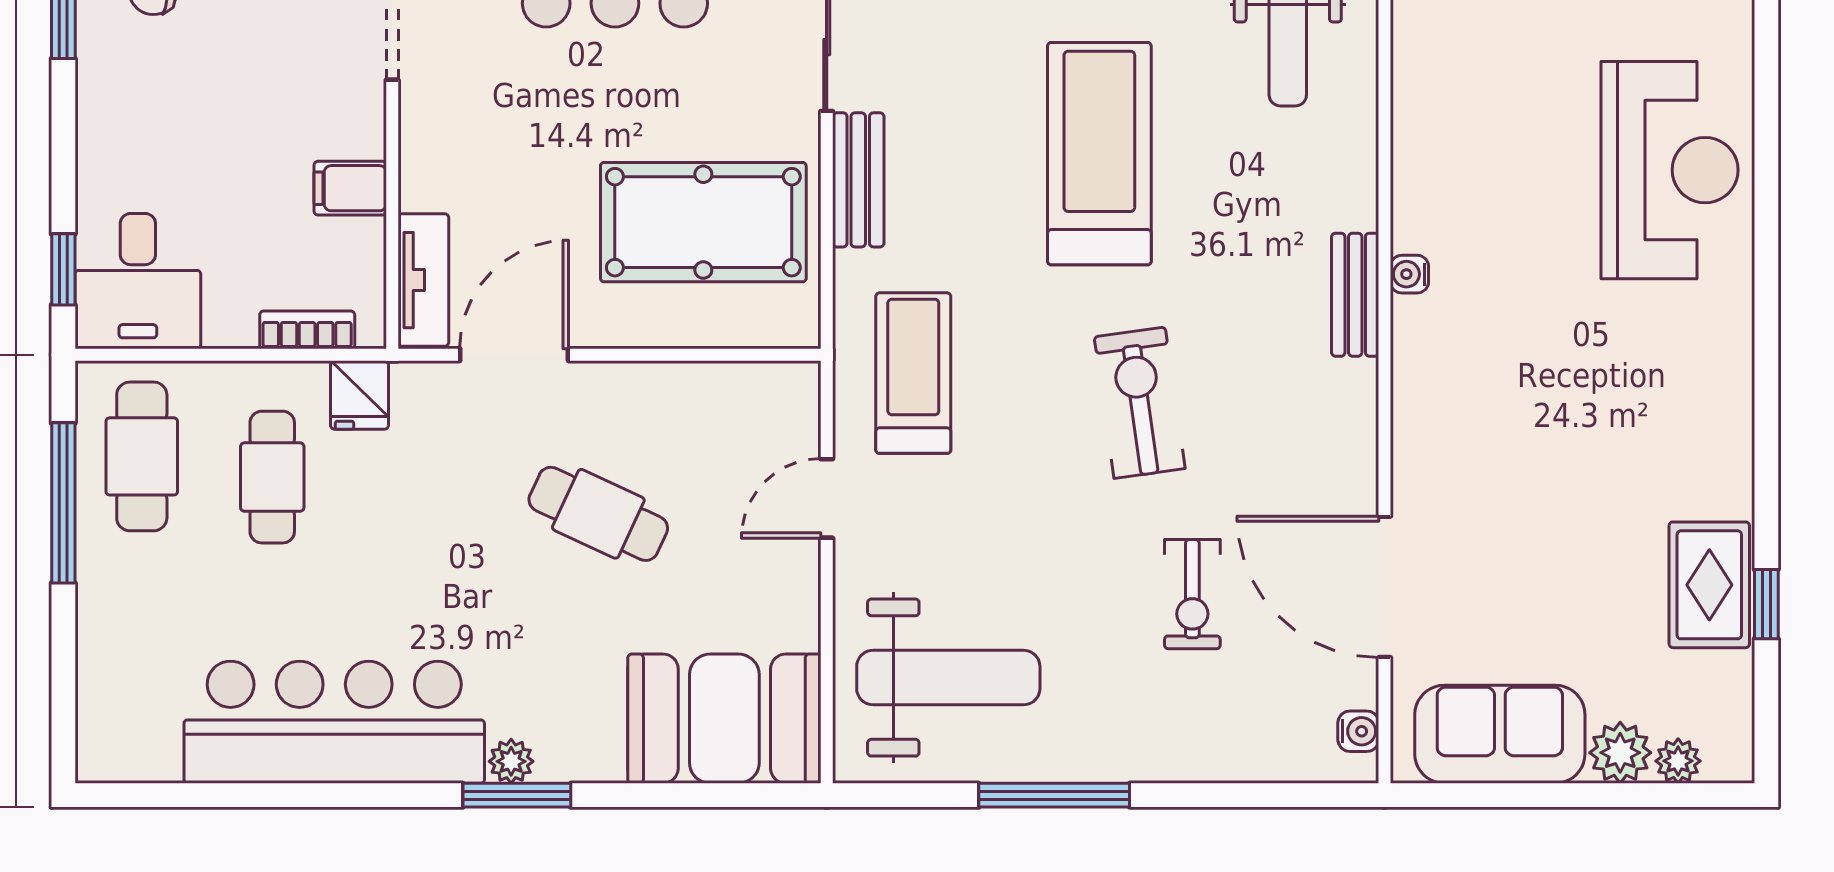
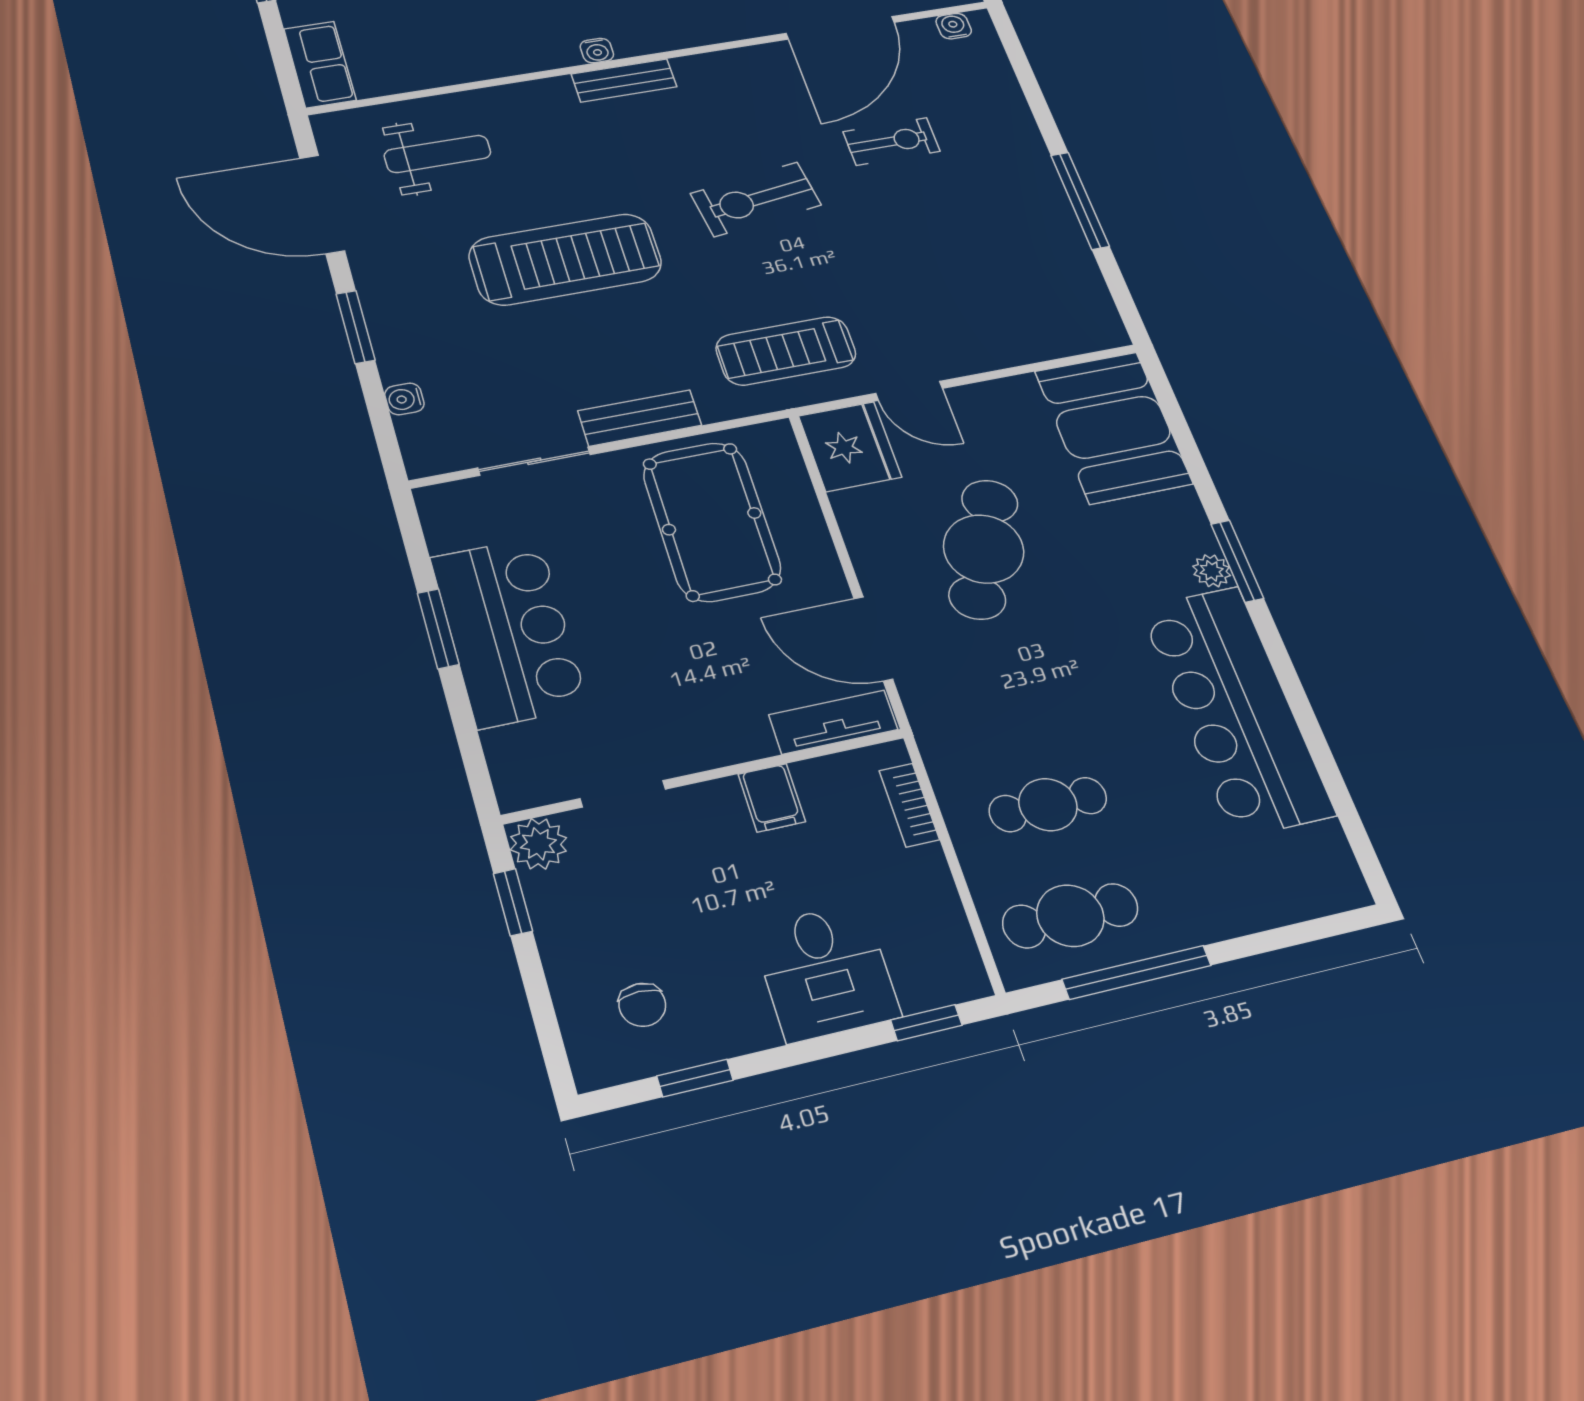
treadmill: (1099, 154) -> (565, 259), turned 180
desk: (138, 281) -> (826, 972), moved, turned 90
fridge: (359, 395) -> (850, 446), moved, width x1.88, depth x1.34
cafe table: (598, 514) -> (984, 549), width x1.37, depth x1.35
weight bench: (948, 678) -> (1018, 284), removed

